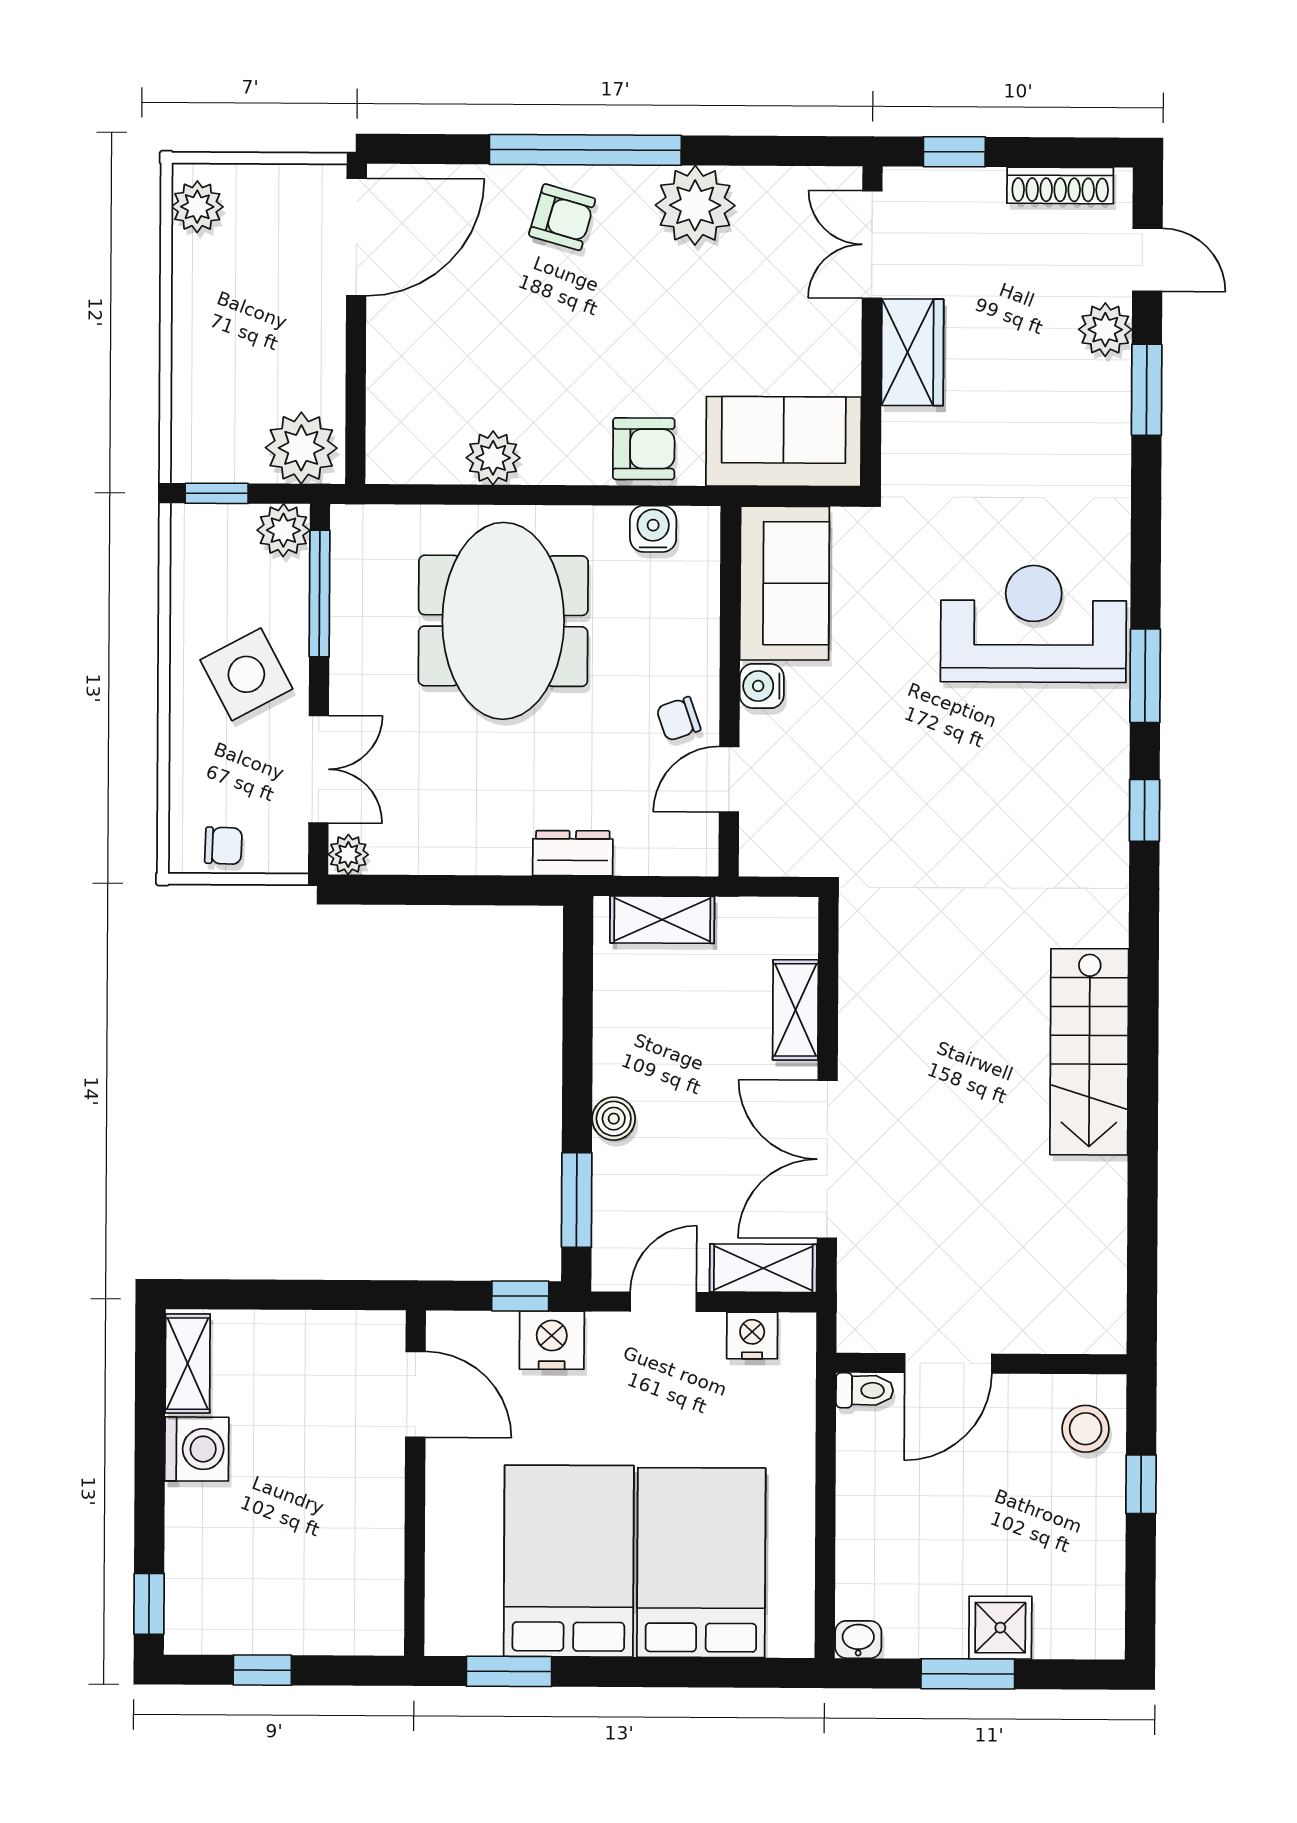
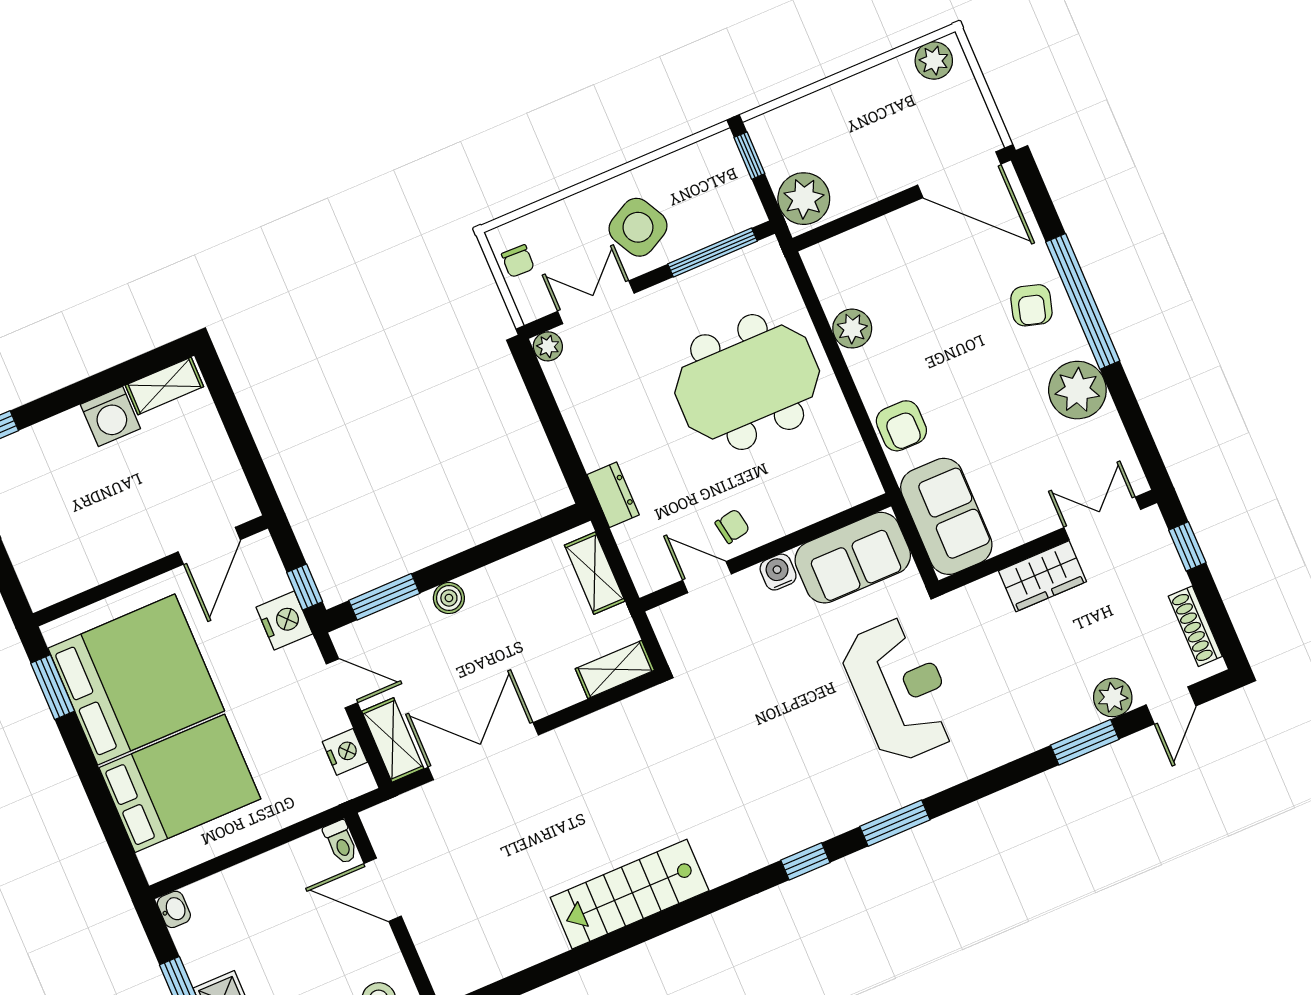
water cooler: (653, 529) -> (851, 455), removed
plant: (283, 530) -> (744, 210), removed
reception desk: (1034, 624) -> (900, 690), moved
chair: (678, 719) -> (732, 526), turned 99
double door: (319, 769) -> (596, 302), swing flipped
shelving: (795, 1010) -> (615, 669), moved
bed: (569, 1561) -> (136, 680), width x1.36

